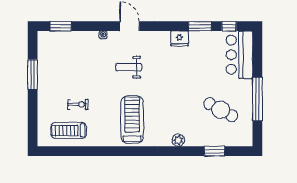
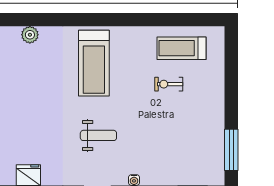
window: (33, 75) -> (231, 150), moved
treadmill: (69, 130) -> (181, 48), turned 180

